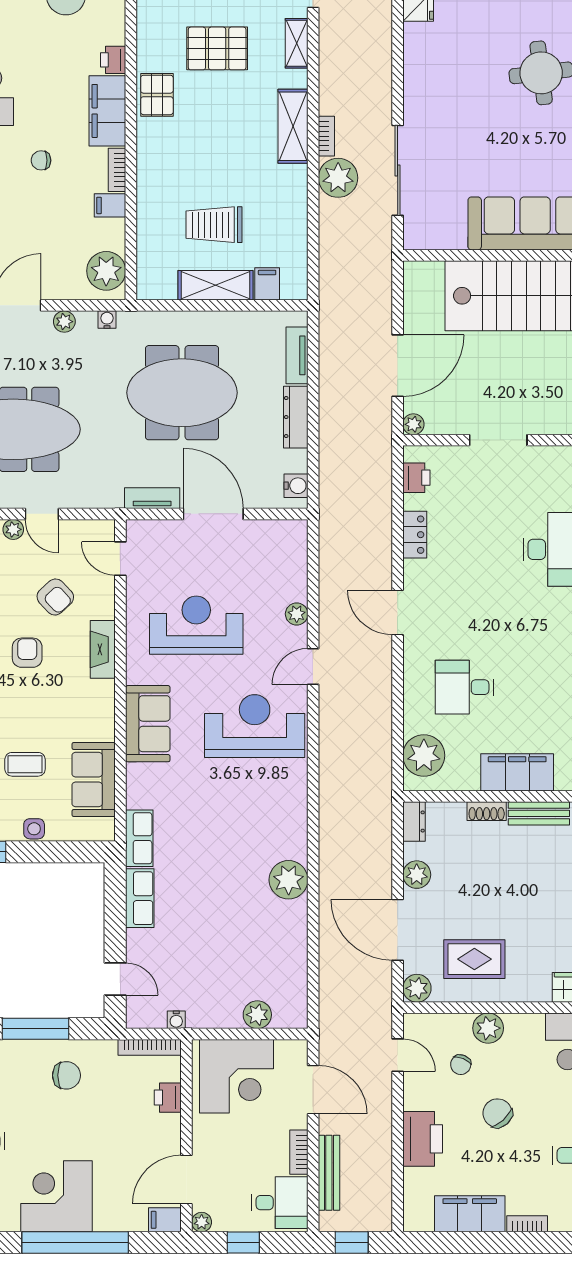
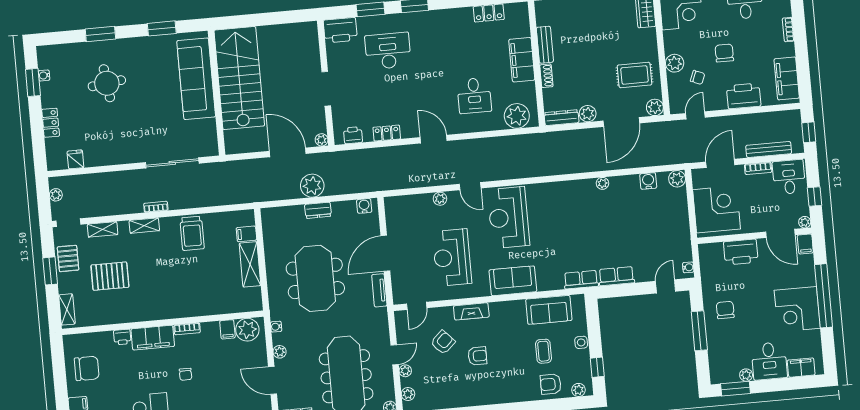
pallet: (217, 48) -> (110, 276), turned 90
pallet: (157, 95) -> (141, 309), removed
shelving: (293, 126) -> (144, 226), width x0.67, depth x0.75
plant: (338, 178) -> (312, 186), moved
filing cabinet: (110, 205) -> (227, 329), moved
trolley: (214, 225) -> (192, 233), moved
tv unit: (297, 355) -> (287, 212), removed
dresser: (296, 417) -> (318, 210), width x0.70
door: (398, 612) -> (434, 139), swing flipped
armchair: (27, 653) -> (477, 356), turned 180
dresser: (414, 822) -> (561, 118), width x1.44
plant: (289, 880) -> (602, 183), width x0.53, depth x0.53
rug: (474, 959) -> (634, 75), turned 90
water cooler: (295, 966) -> (648, 181), added
plant: (257, 1015) -> (677, 179), moved
water cooler: (176, 1020) -> (688, 267), moved
bookcase: (150, 1047) -> (704, 262), removed
printer: (168, 1098) -> (741, 252), width x1.87, depth x1.48
chair: (498, 1113) -> (724, 53), turned 132
filing cabinet: (470, 1214) -> (787, 78), moved

